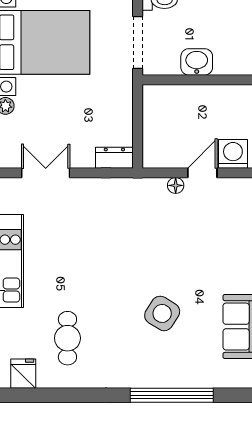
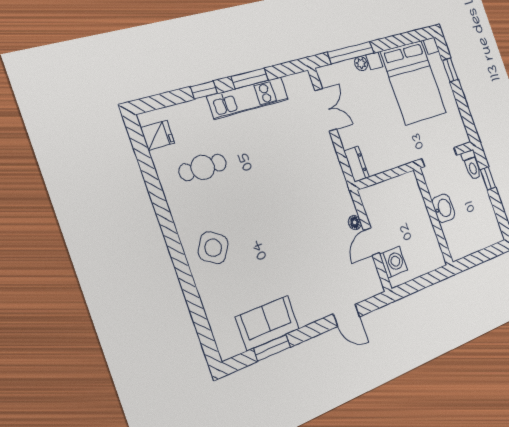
door: (202, 173) -> (371, 242), swing flipped
side table: (162, 313) -> (213, 248), moved
window: (172, 395) -> (187, 281), removed

